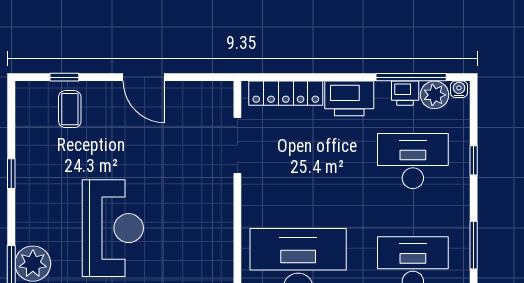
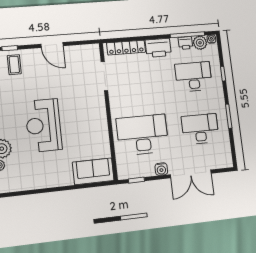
reception desk: (113, 228) -> (43, 125), turned 180

